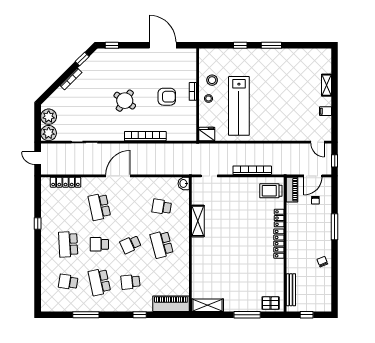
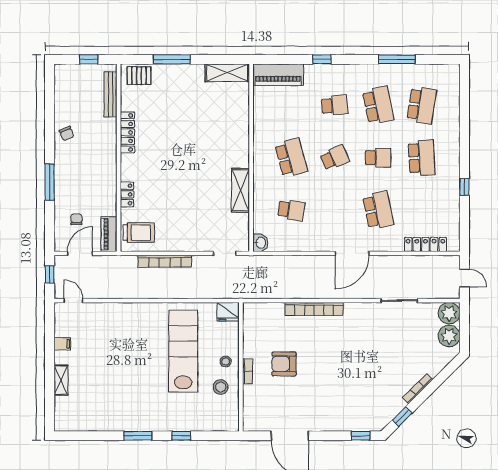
round table: (125, 101) -> (343, 358), removed
locker: (279, 244) -> (127, 132), moved
school desk: (68, 282) -> (422, 105), width x1.85

